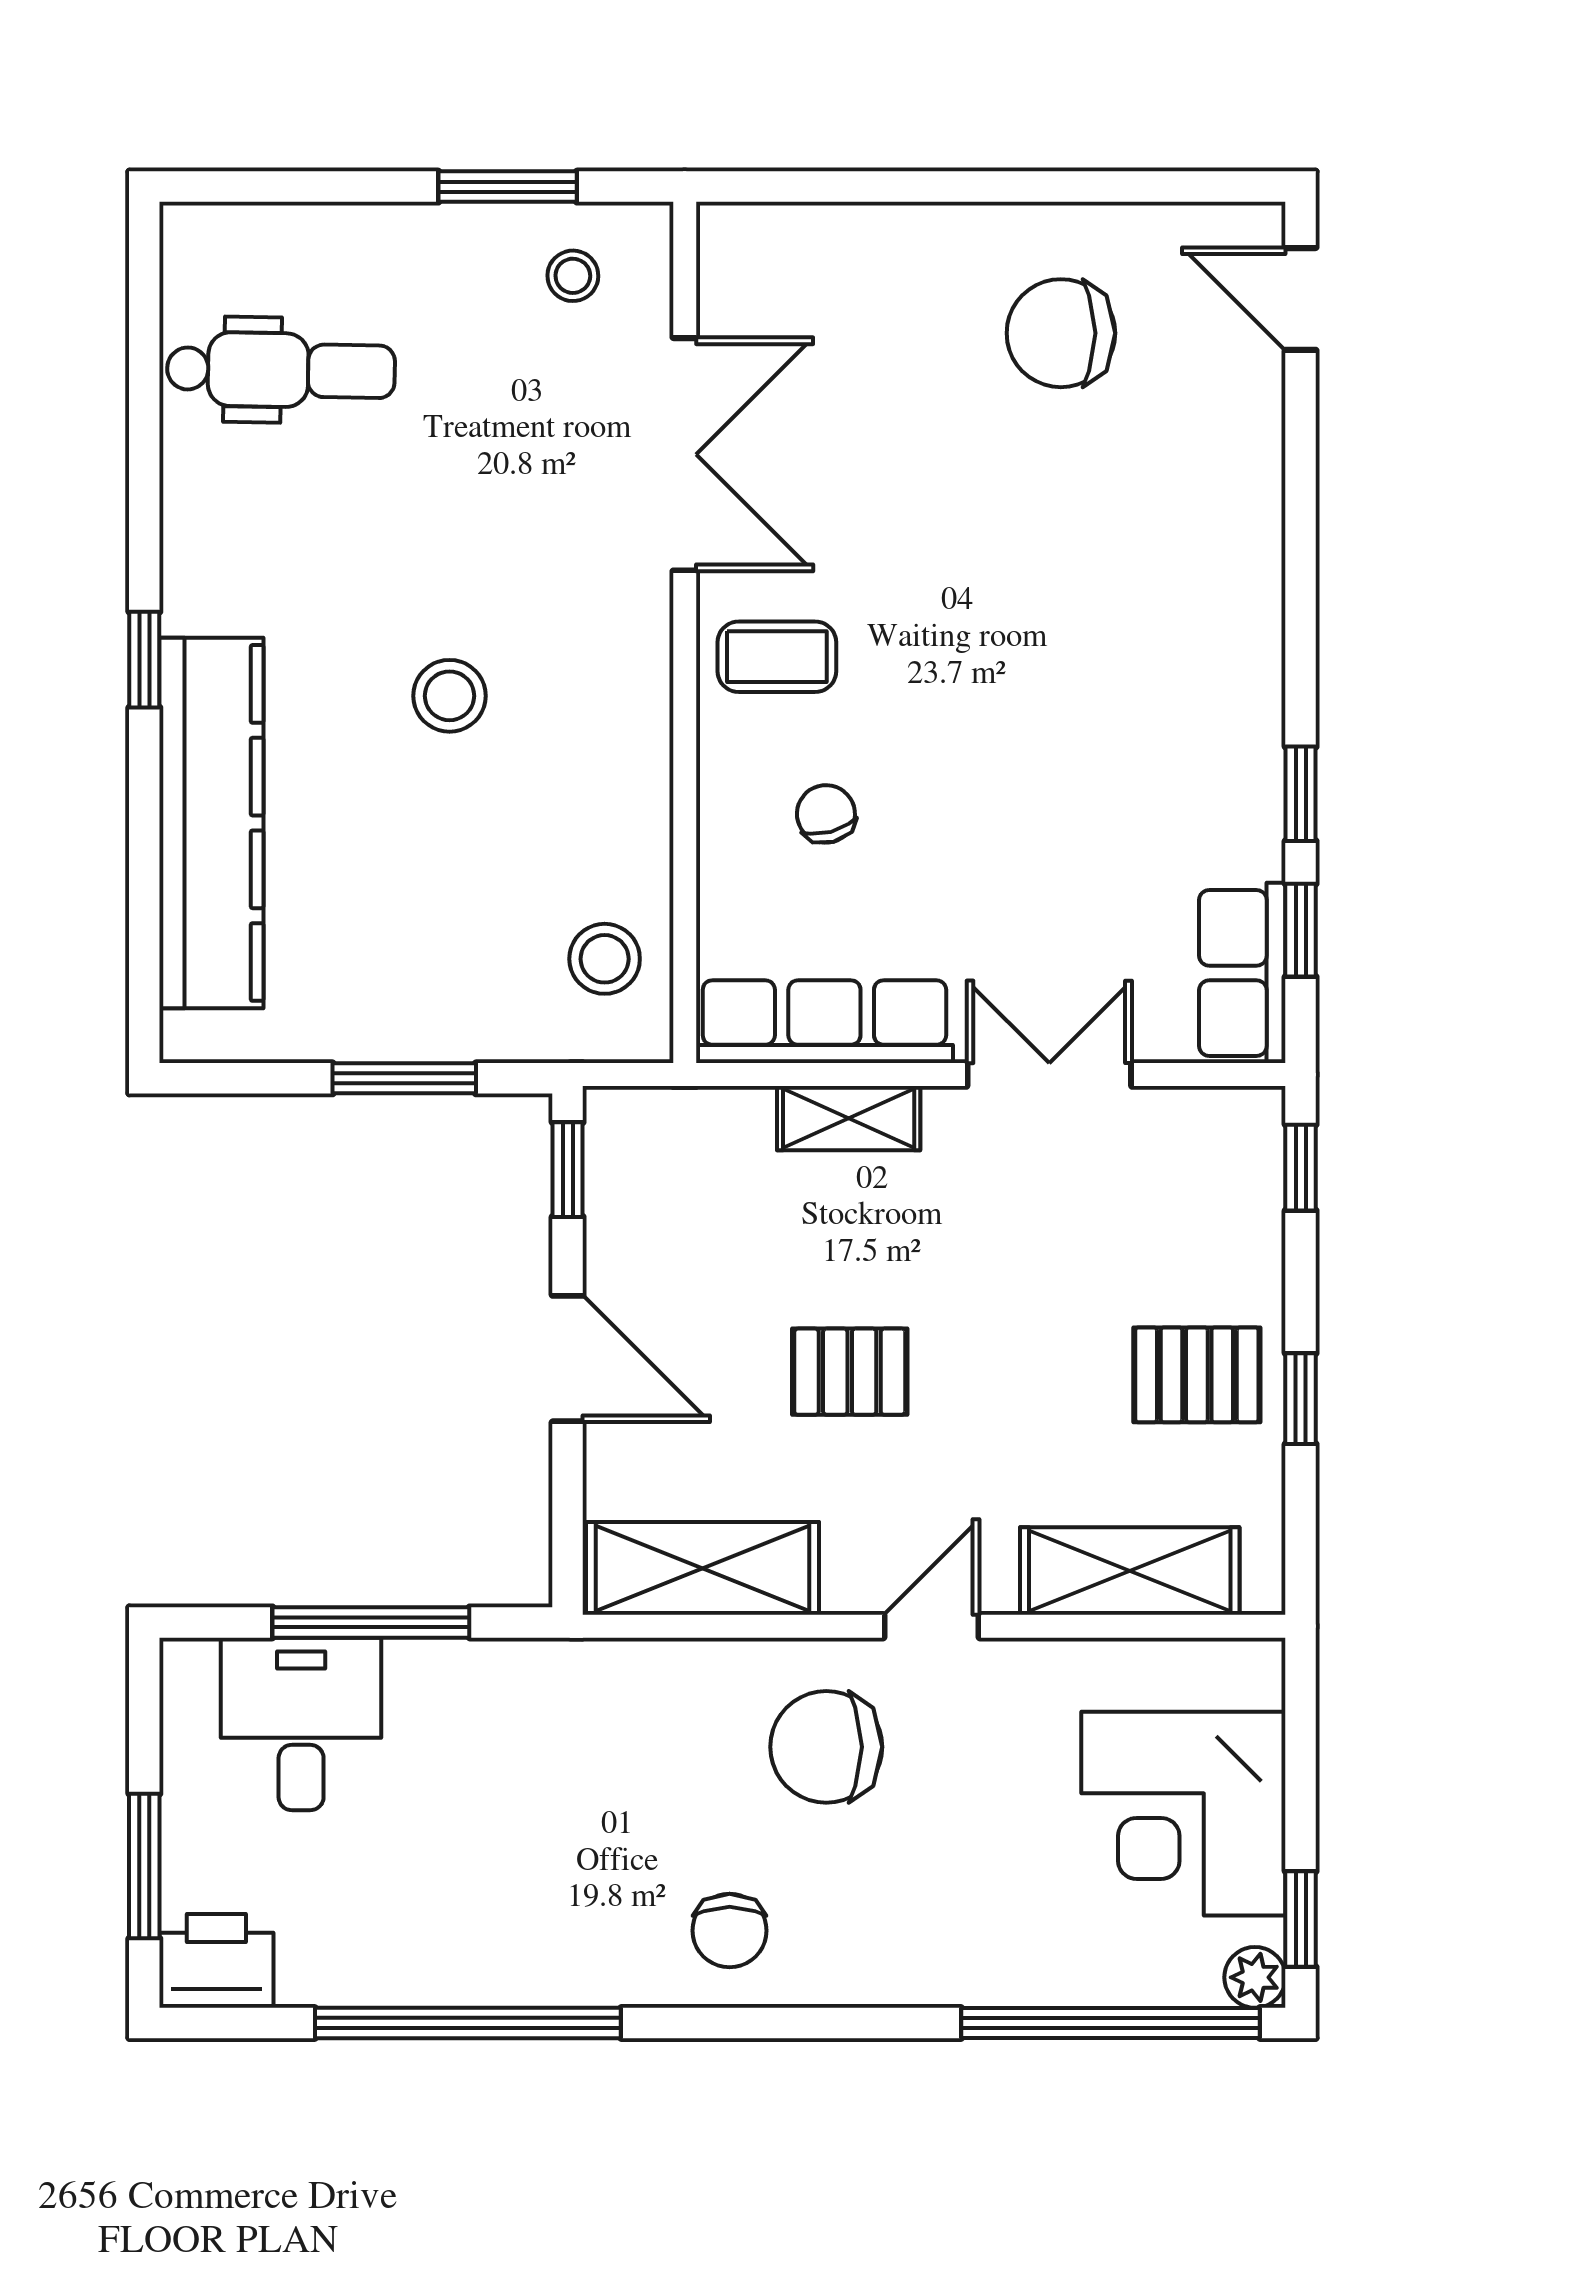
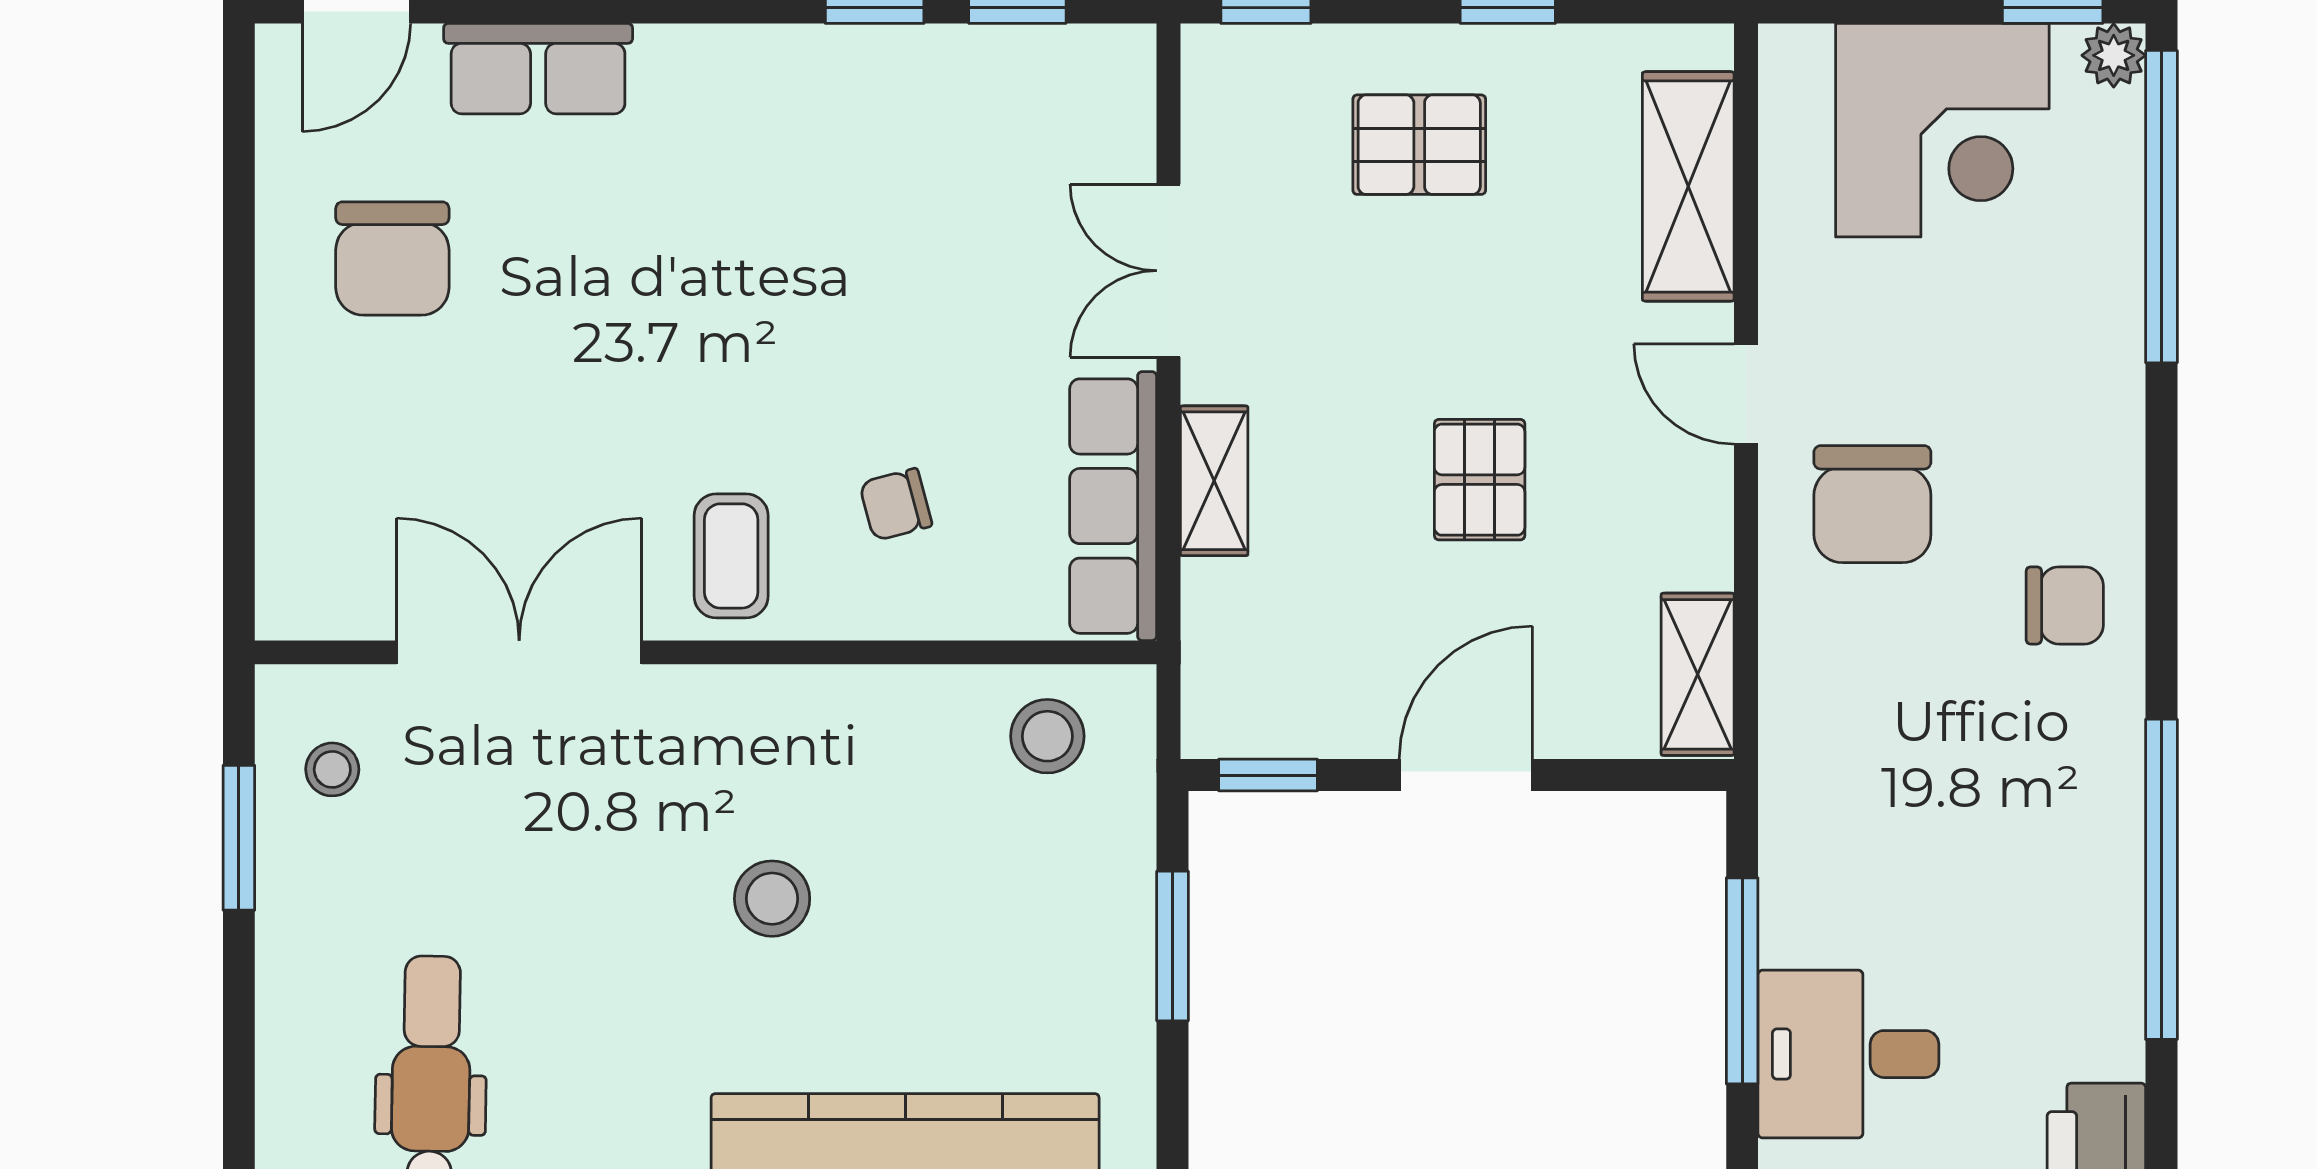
row of seats: (1242, 973) -> (538, 69), moved
pallet: (1197, 1375) -> (1419, 145), moved, turned 90
shelving: (702, 1568) -> (1698, 674), width x0.67, depth x0.75

